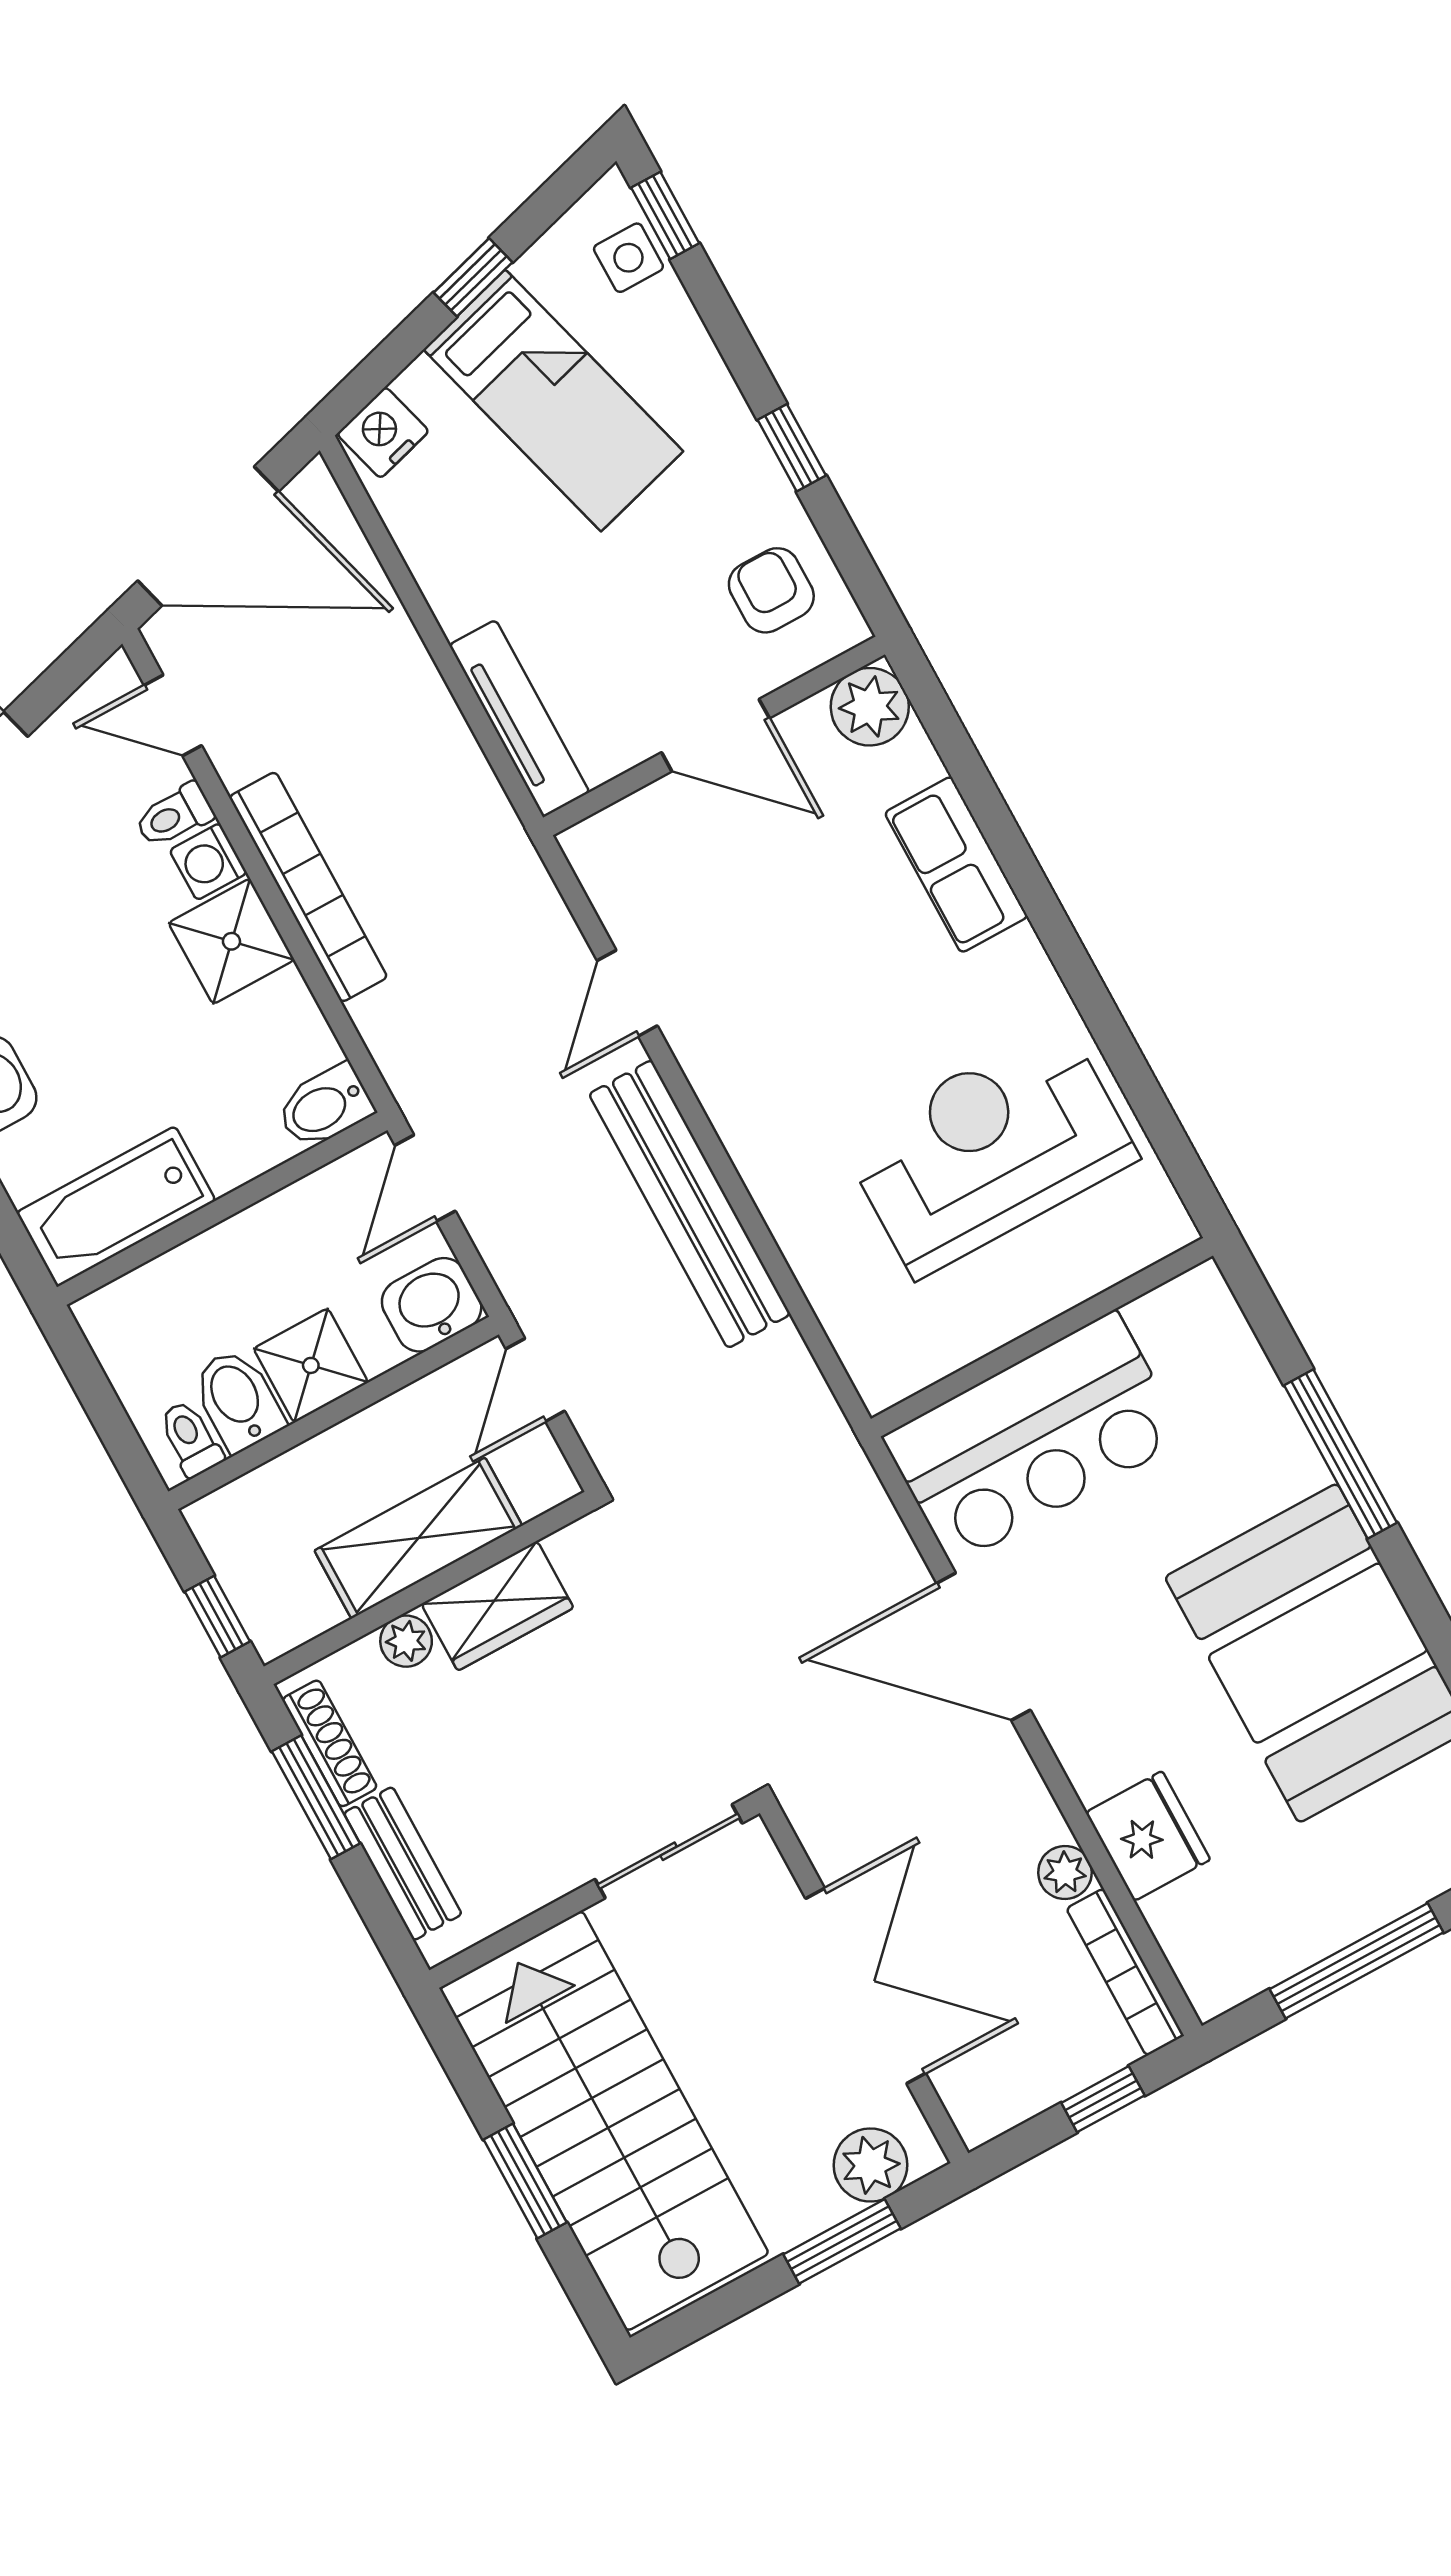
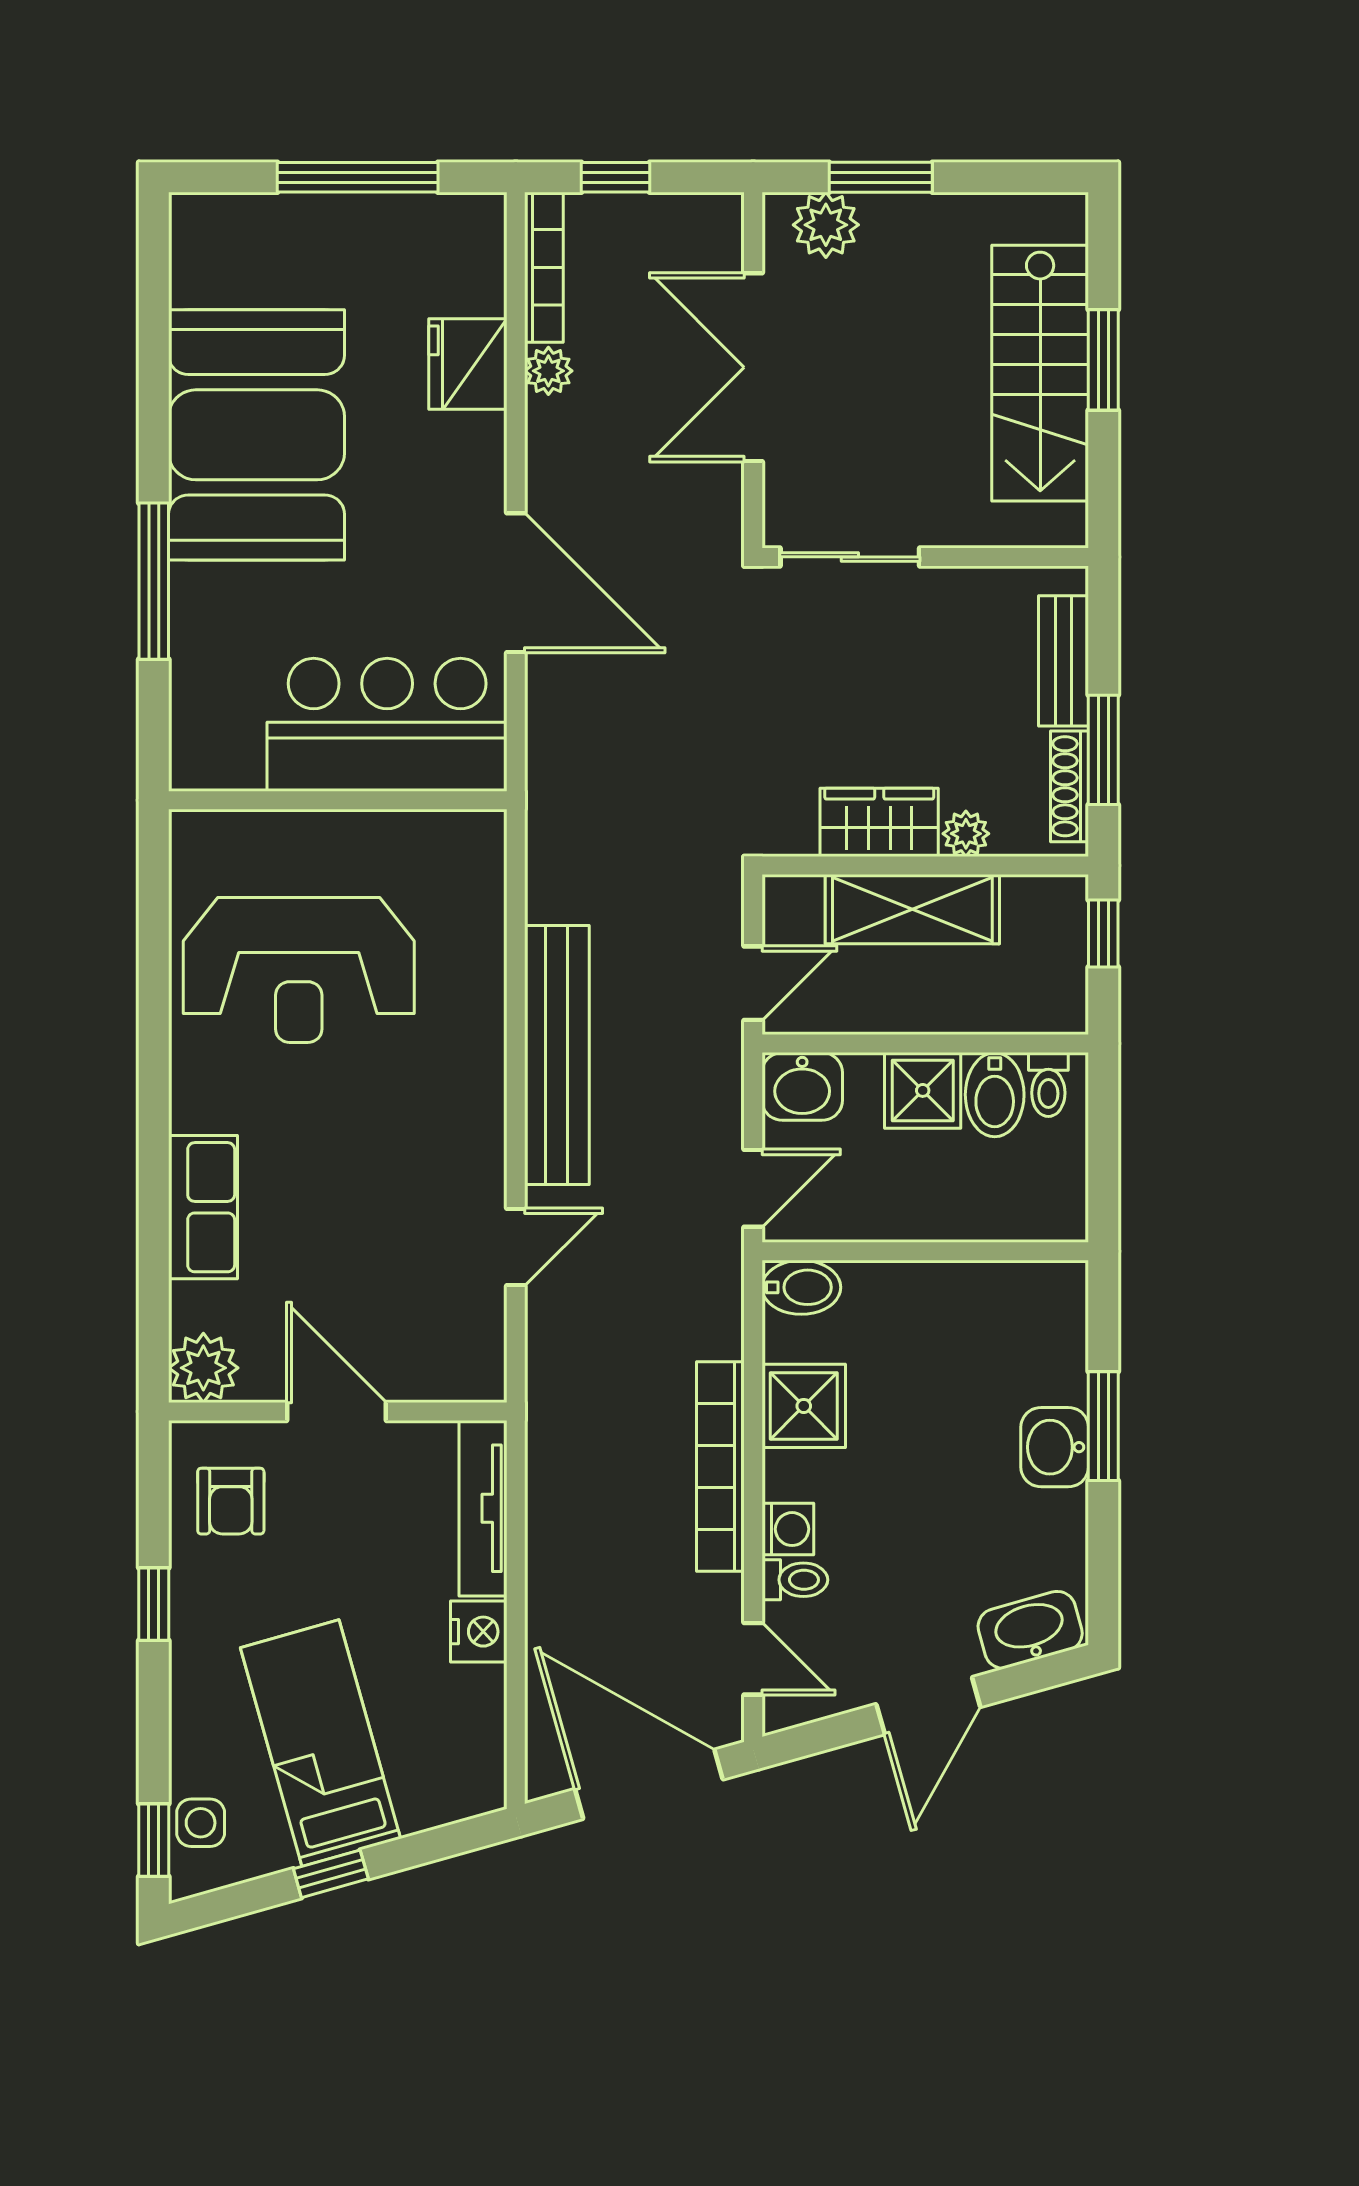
nightstand: (383, 433) -> (479, 1632), moved, turned -74
shower: (231, 941) -> (804, 1406), moved
bathtub: (116, 1206) -> (1008, 1298), removed
stairs: (604, 2121) -> (1040, 373), width x0.73, depth x0.66

